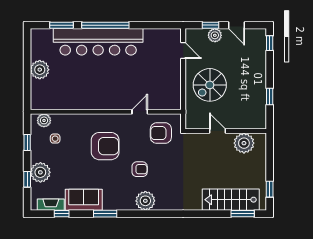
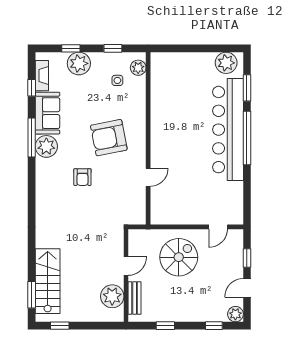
plant: (215, 35) -> (235, 314), moved
window: (270, 43) -> (214, 326), moved
plant: (40, 70) -> (226, 63), moved
spiral stairs: (210, 85) -> (179, 257), turned 90
door: (140, 112) -> (148, 177), hinge flipped
bench: (245, 124) -> (135, 298), added
armchair: (161, 133) -> (124, 201), removed
armchair: (105, 146) -> (109, 138), turned 79
plant: (145, 201) -> (46, 146), moved
window: (105, 214) -> (32, 138), width x1.44

